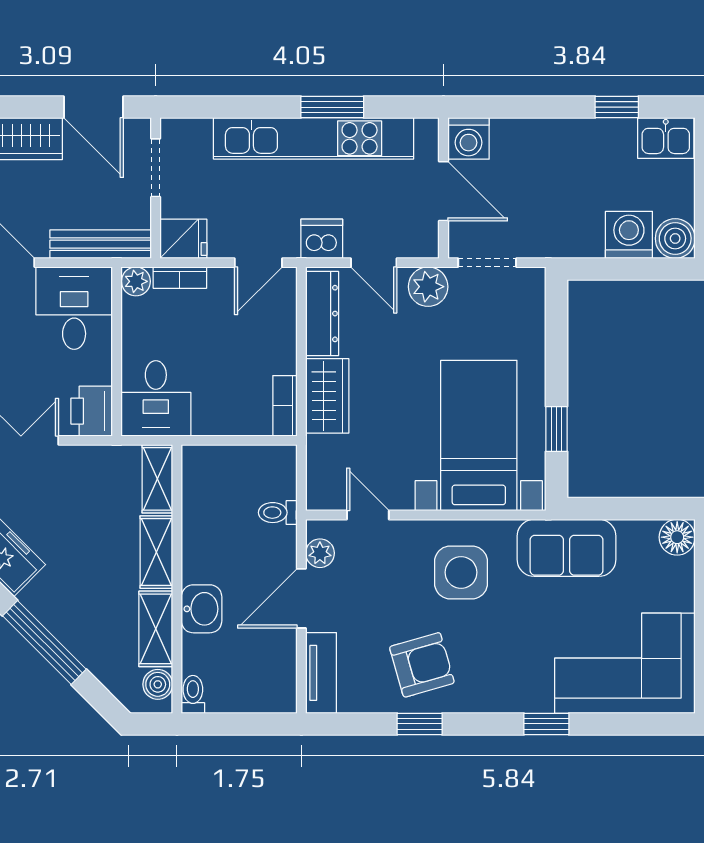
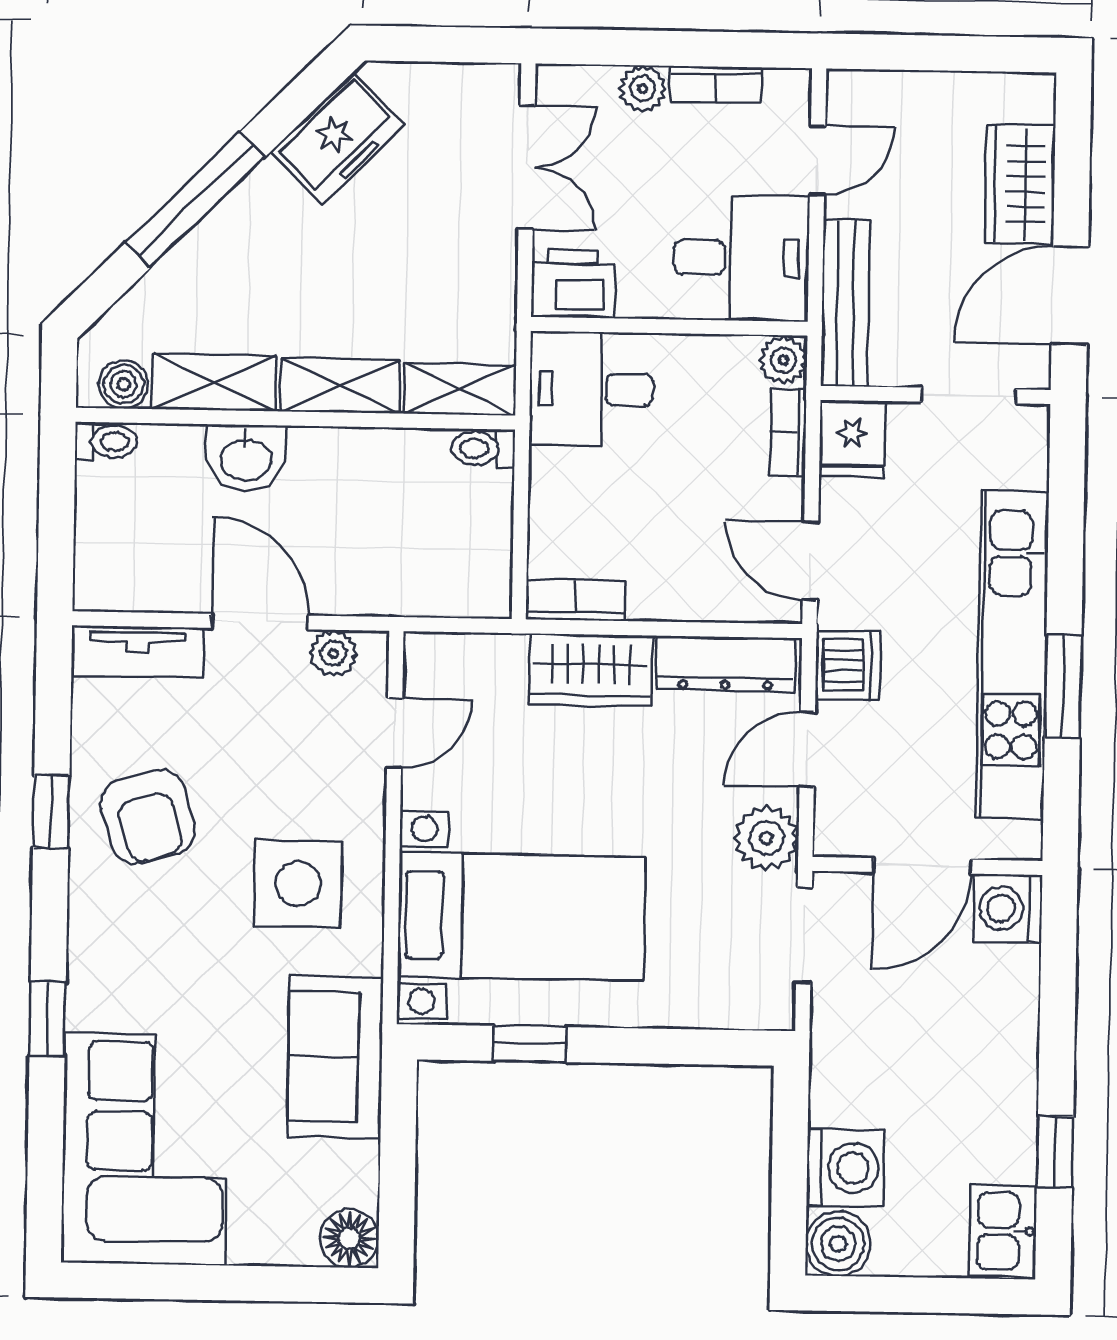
toilet: (278, 513) -> (483, 448), moved, turned -90

